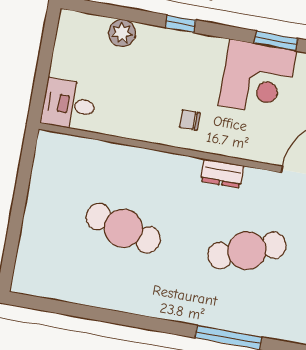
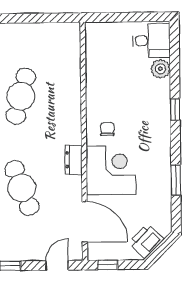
corner desk: (257, 78) -> (111, 170), moved, turned 180
desk: (69, 104) -> (151, 41), moved, turned 90

